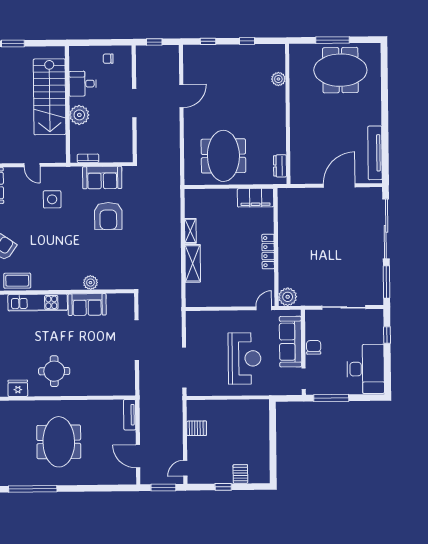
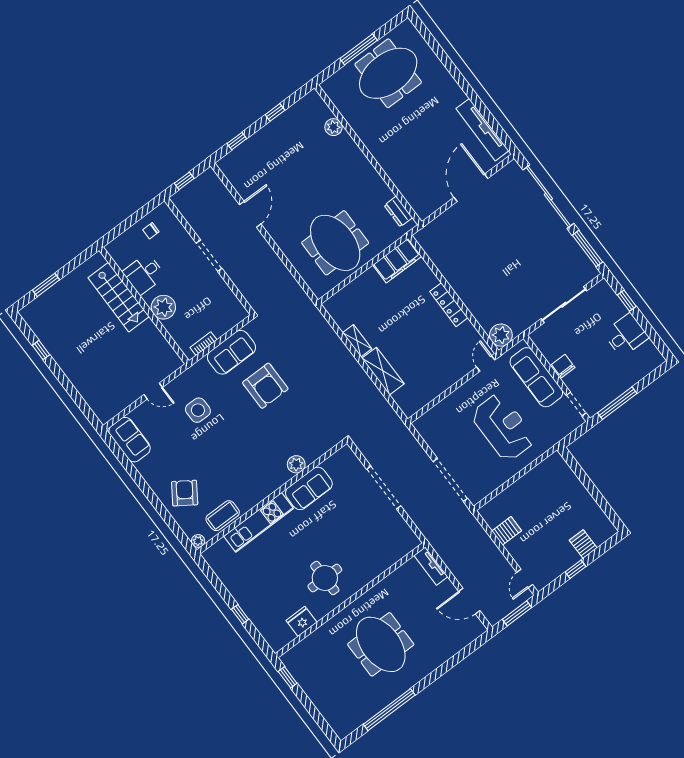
stairs: (50, 97) -> (119, 297), width x0.73, depth x0.66
desk: (366, 369) -> (626, 335), width x0.53, depth x0.77

